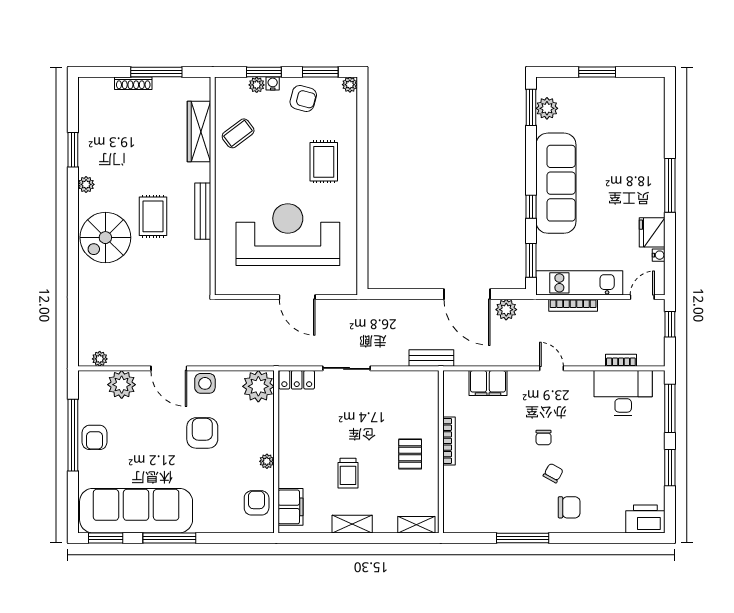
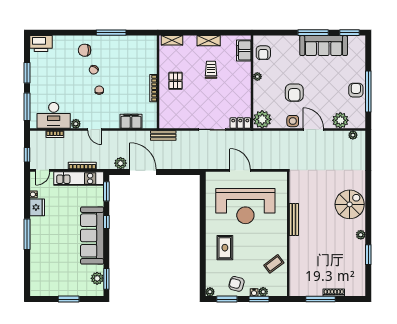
wardrobe: (199, 132) -> (296, 265), removed
rug: (153, 216) -> (322, 217), removed
plant: (584, 379) -> (76, 124), added
sofa: (136, 511) -> (324, 46), width x0.74, depth x0.79

